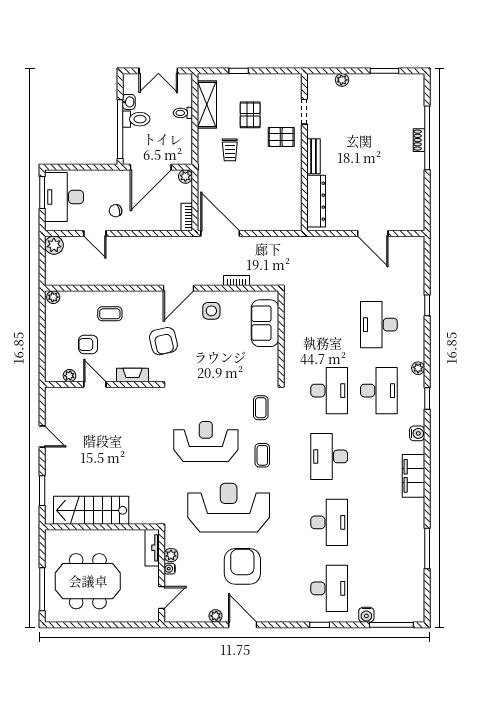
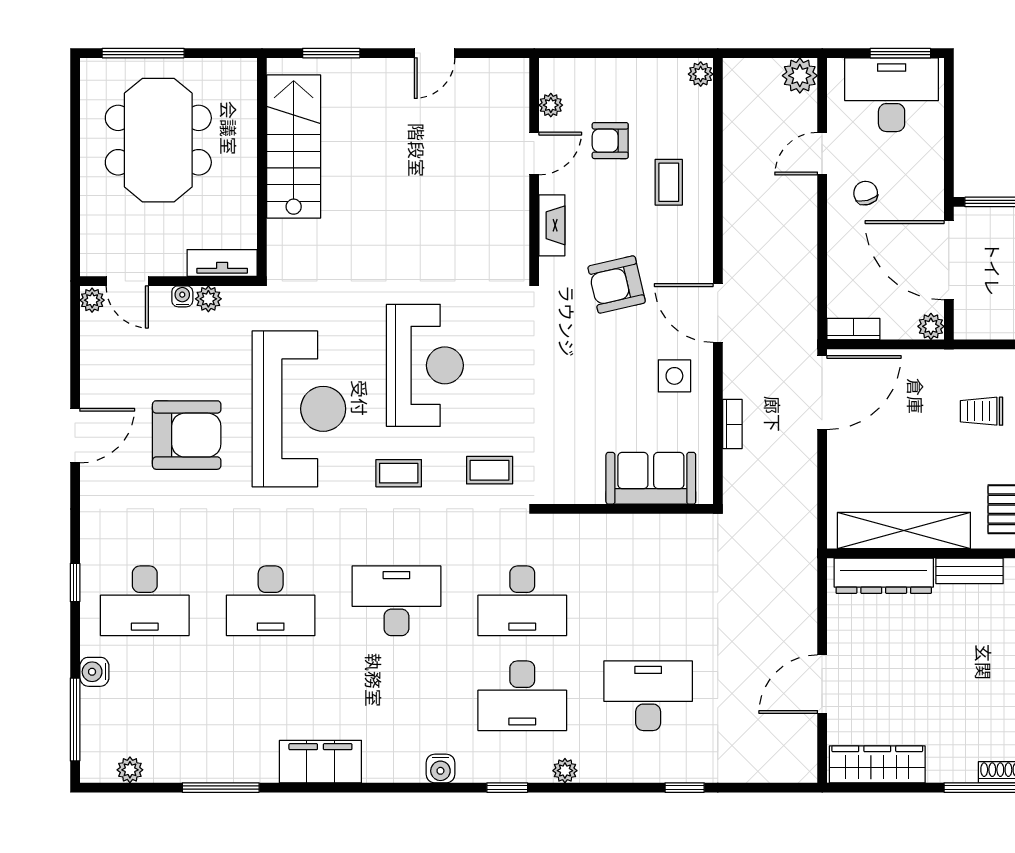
shelving: (292, 191) -> (904, 530), added
wardrobe: (415, 205) -> (877, 764), added
armchair: (88, 344) -> (610, 141), turned -90
filing cabinet: (413, 476) -> (320, 762), moved
plant: (418, 596) -> (130, 770), added
plant: (216, 616) -> (92, 300), moved

